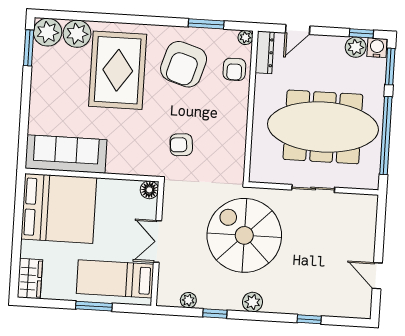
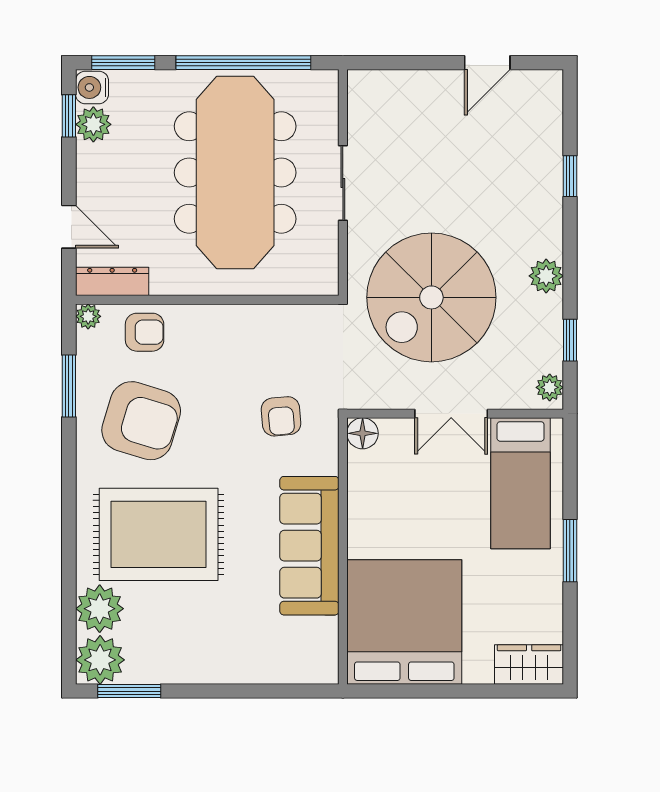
sofa: (66, 154) -> (309, 546), moved
floor lamp: (149, 190) -> (363, 433), moved
double door: (158, 241) -> (451, 414), moved
wall: (157, 244) -> (455, 414), moved
bed: (115, 279) -> (521, 483), moved

